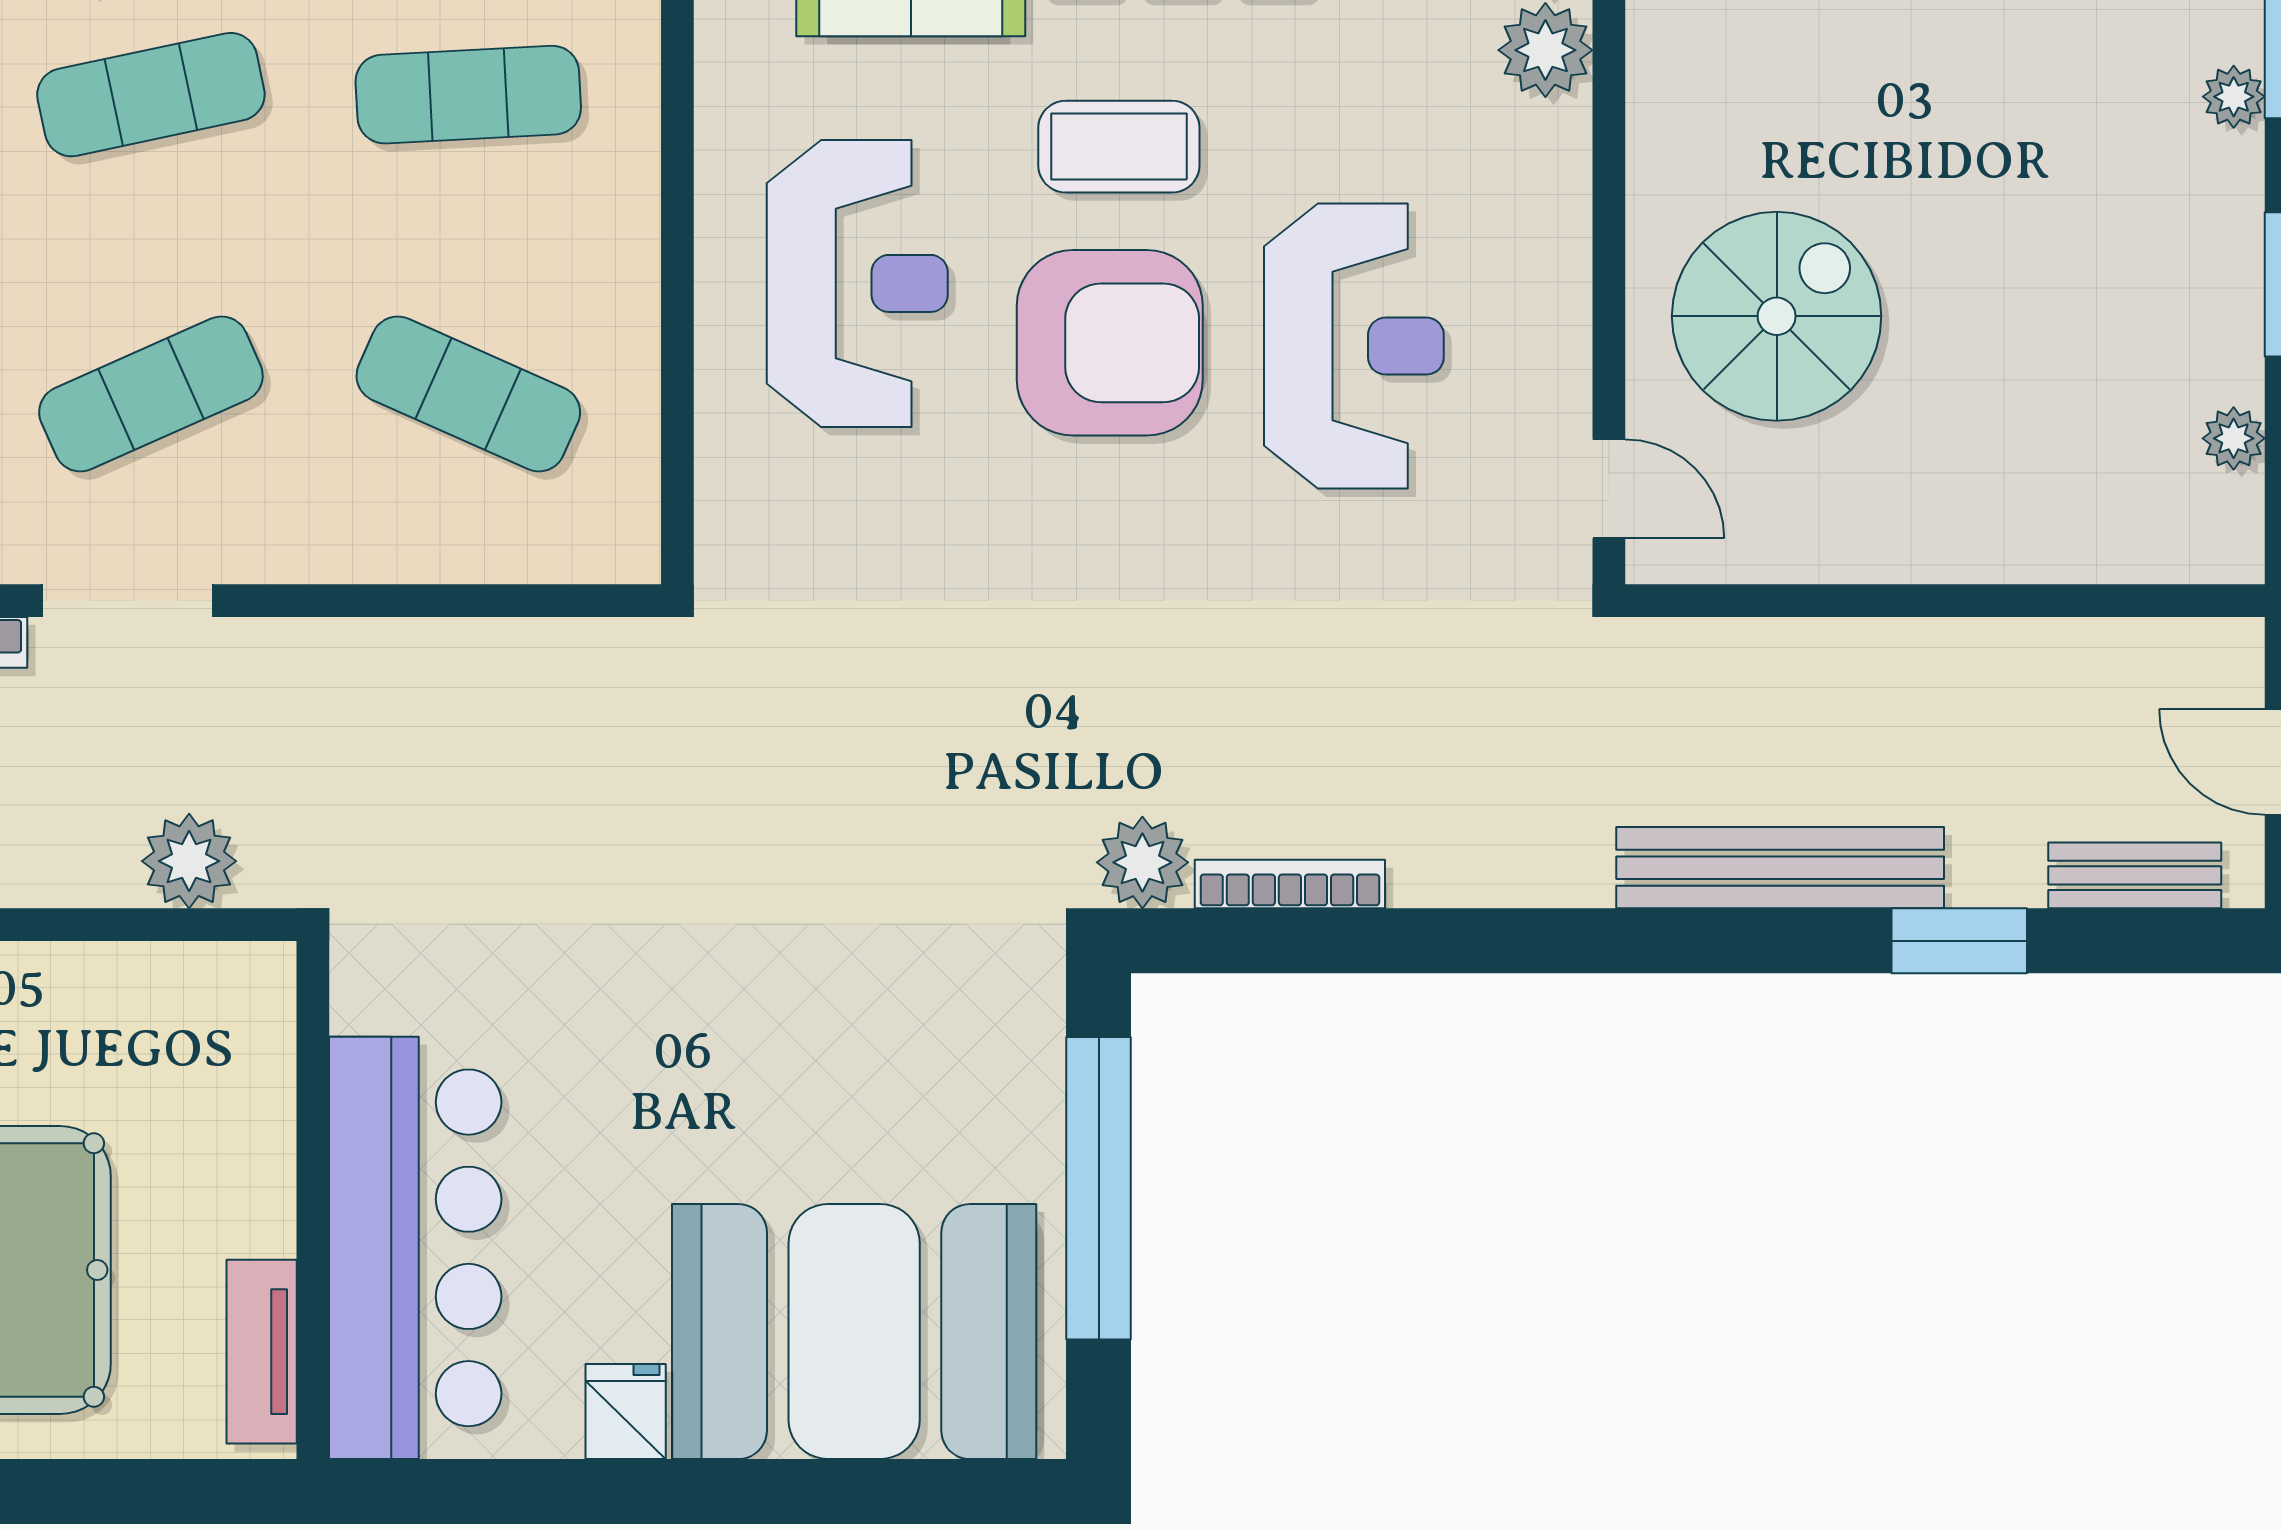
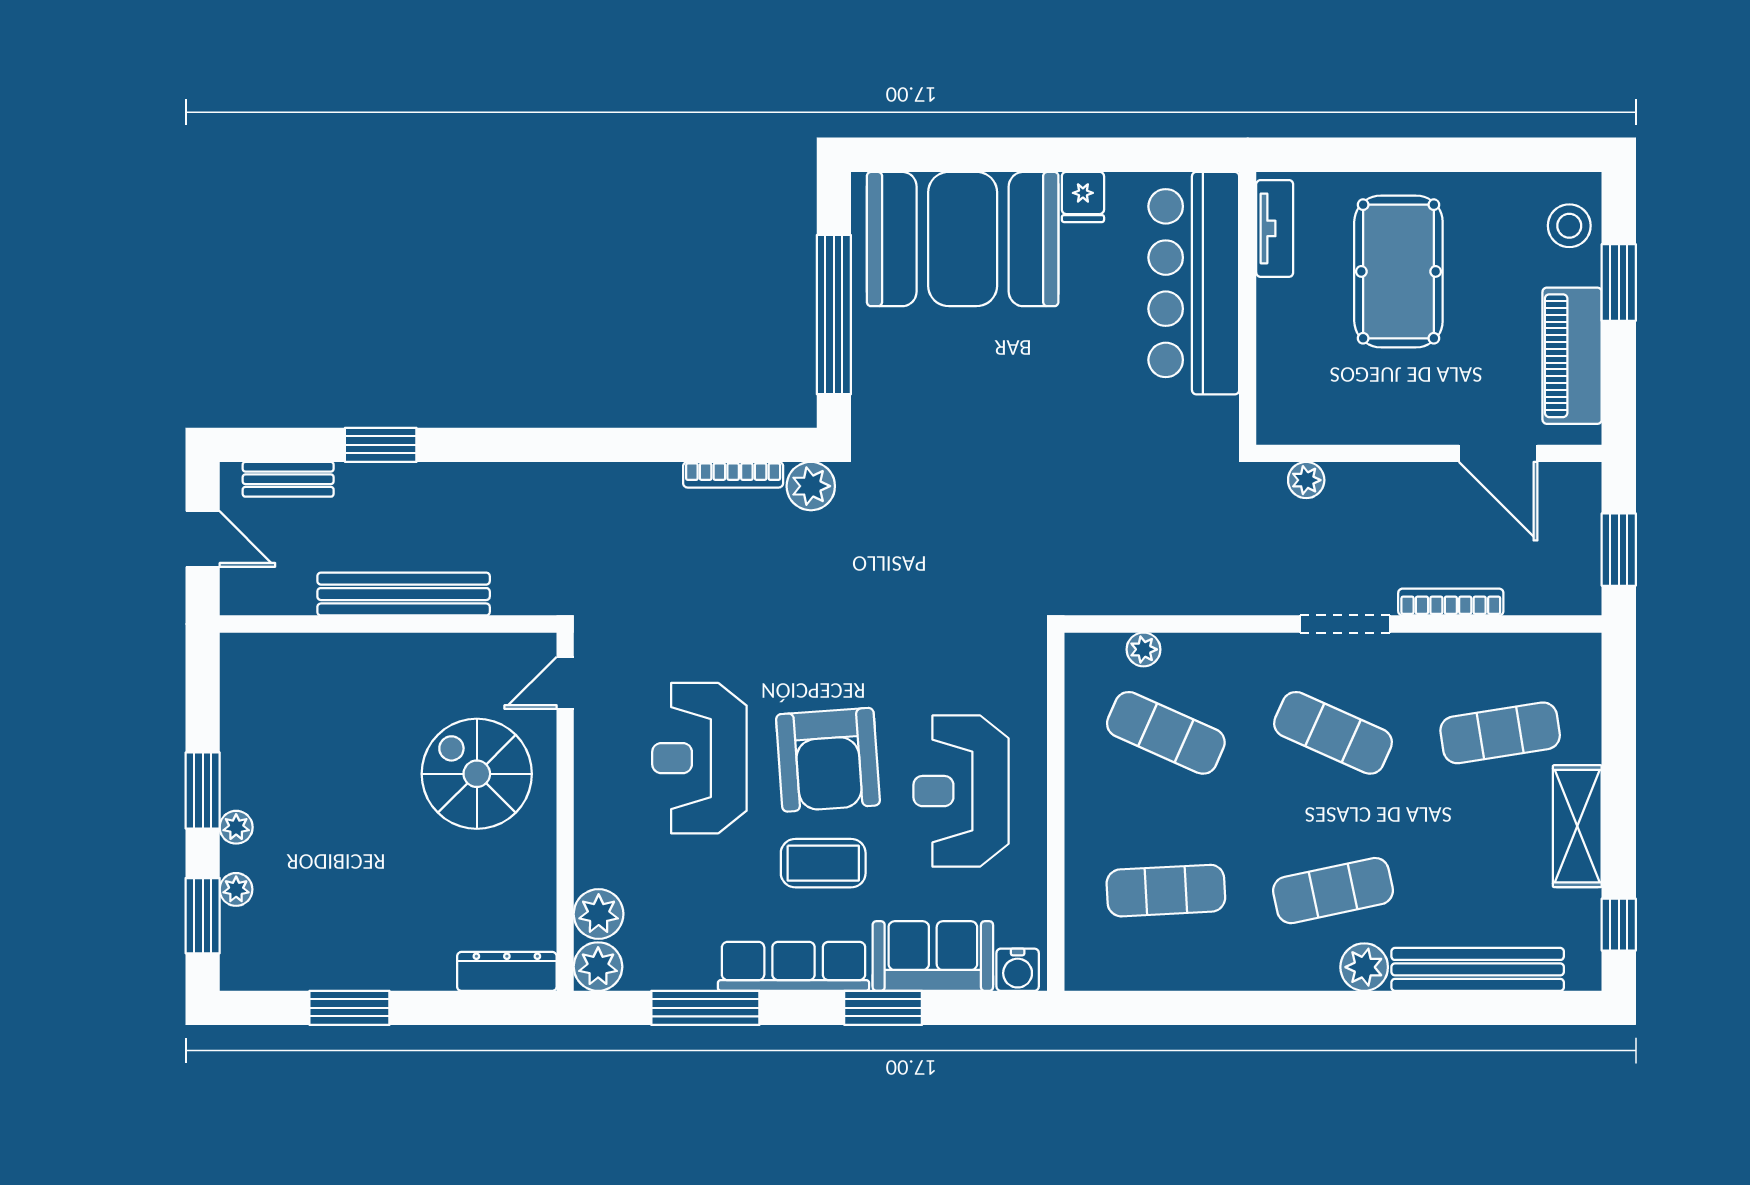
spiral stairs: (1777, 316) -> (477, 774), turned 90
armchair: (1110, 343) -> (828, 760), turned -94
exercise mat: (151, 394) -> (1333, 733), turned 48
plant: (2234, 438) -> (236, 827), moved
door: (1609, 489) -> (565, 683), hinge flipped
plant: (511, 552) -> (1143, 649), added
plant: (189, 861) -> (1306, 480), width x0.73, depth x0.73
bench: (1780, 868) -> (404, 594), moved

